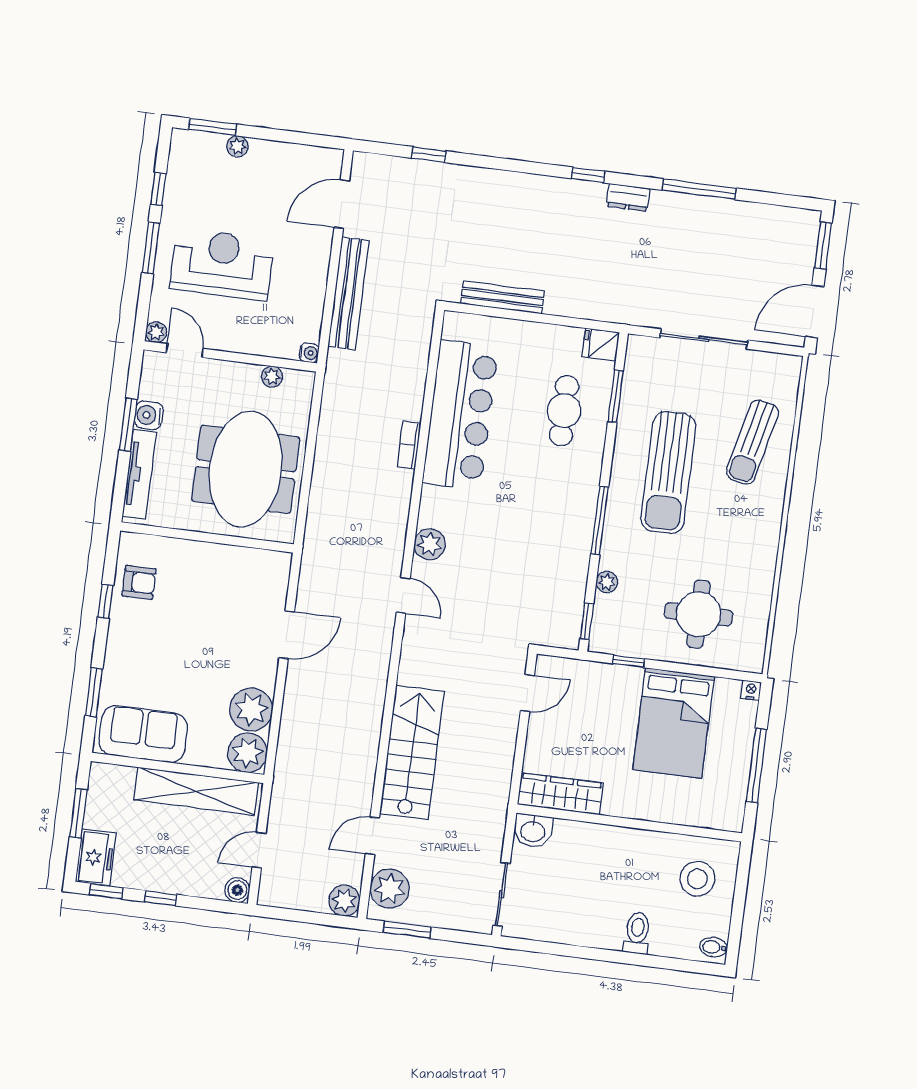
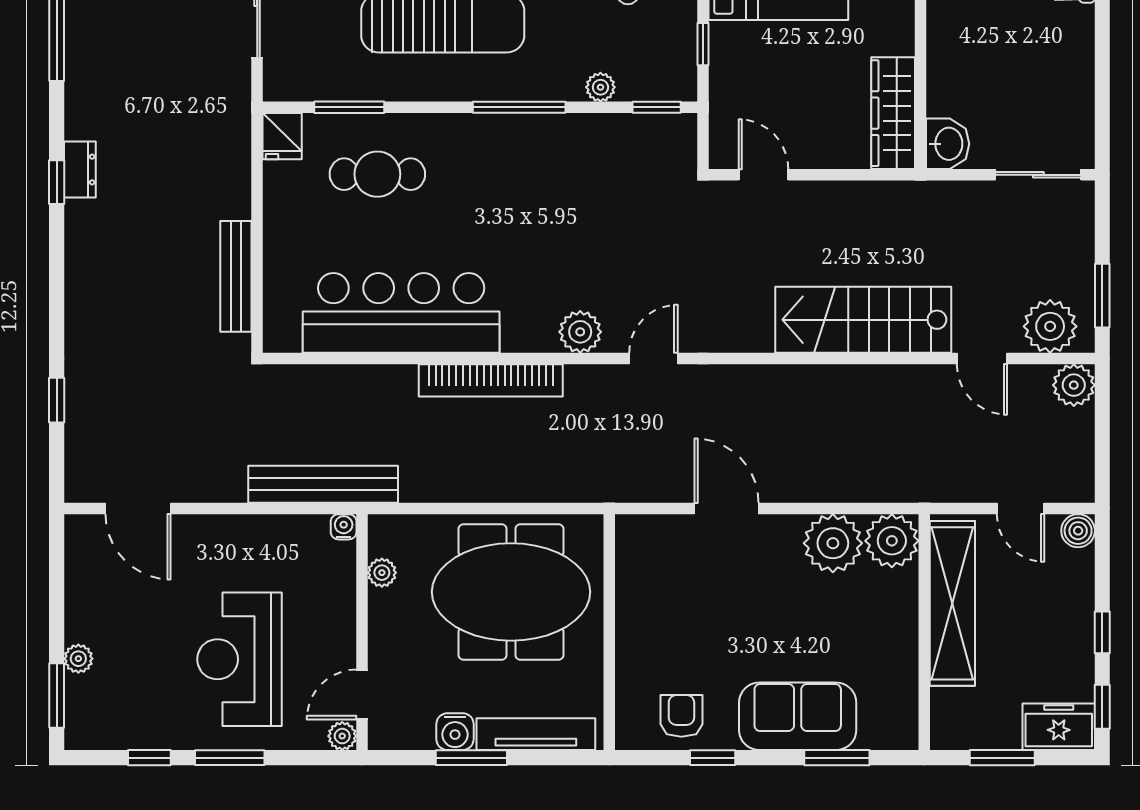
dresser: (628, 197) -> (80, 169), moved
bench: (348, 293) -> (323, 484), moved
bookcase: (409, 445) -> (491, 380), width x2.31, depth x1.31
sofa: (143, 734) -> (798, 716), moved, turned 90

